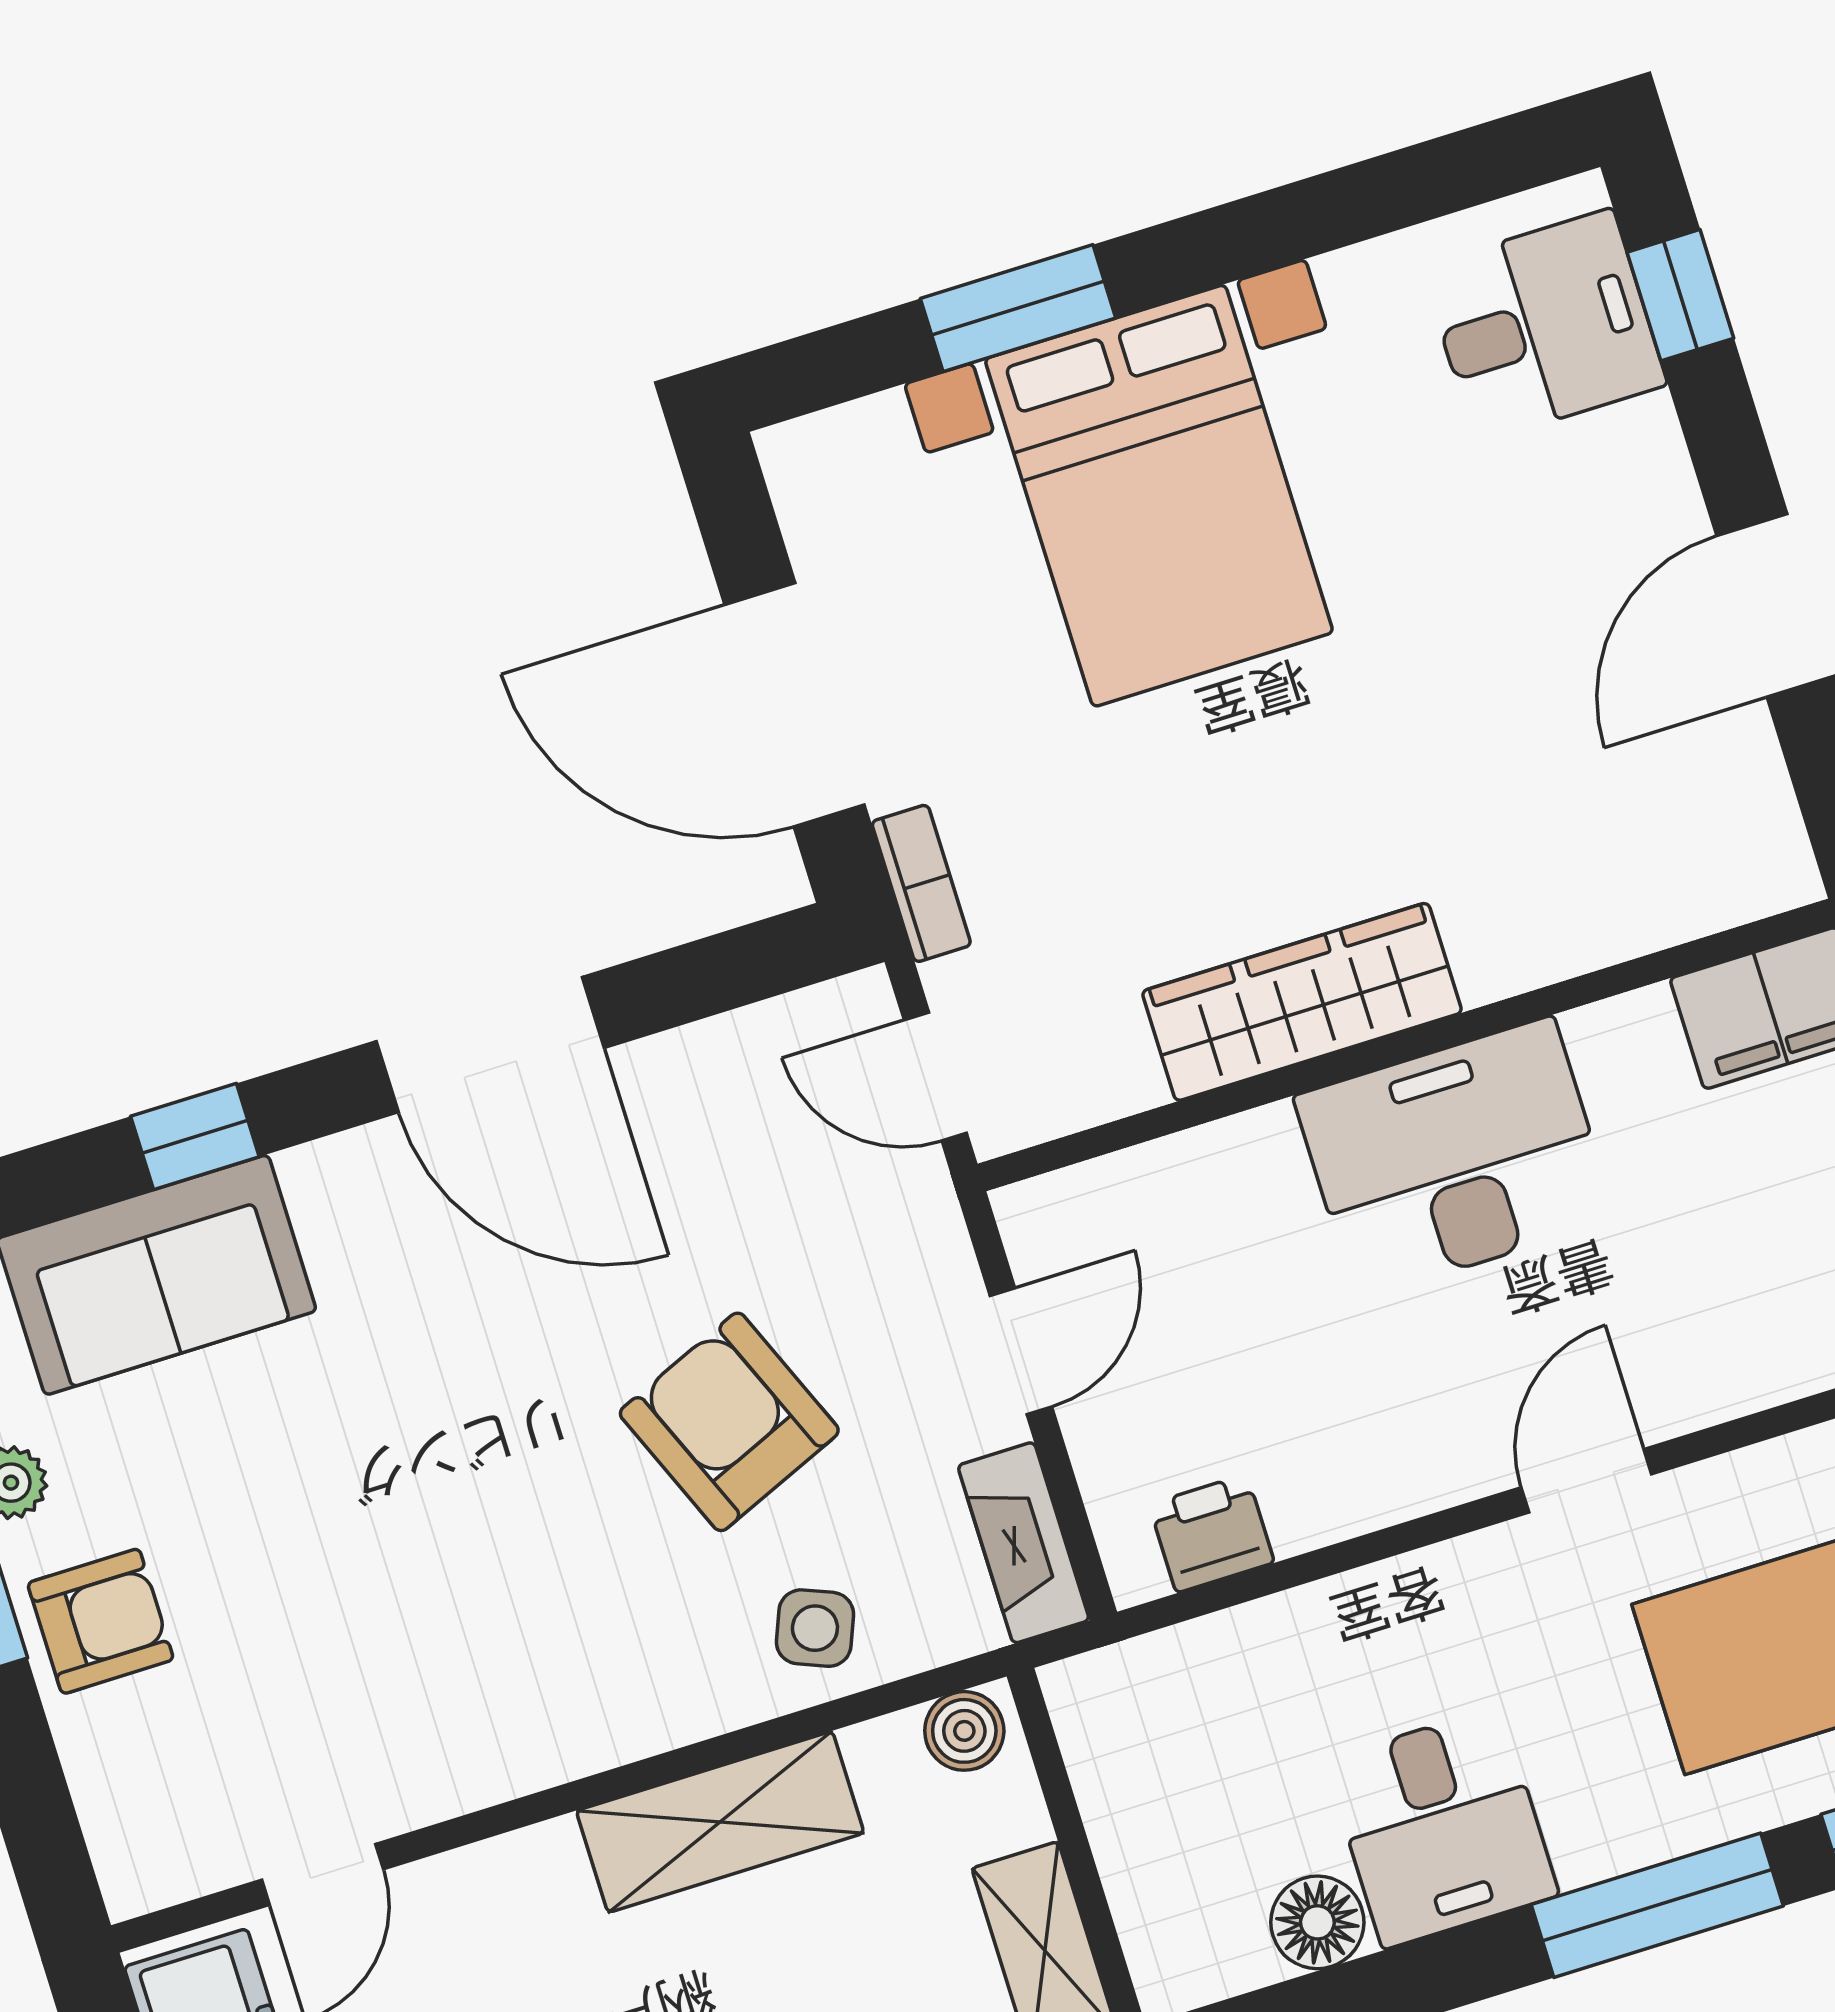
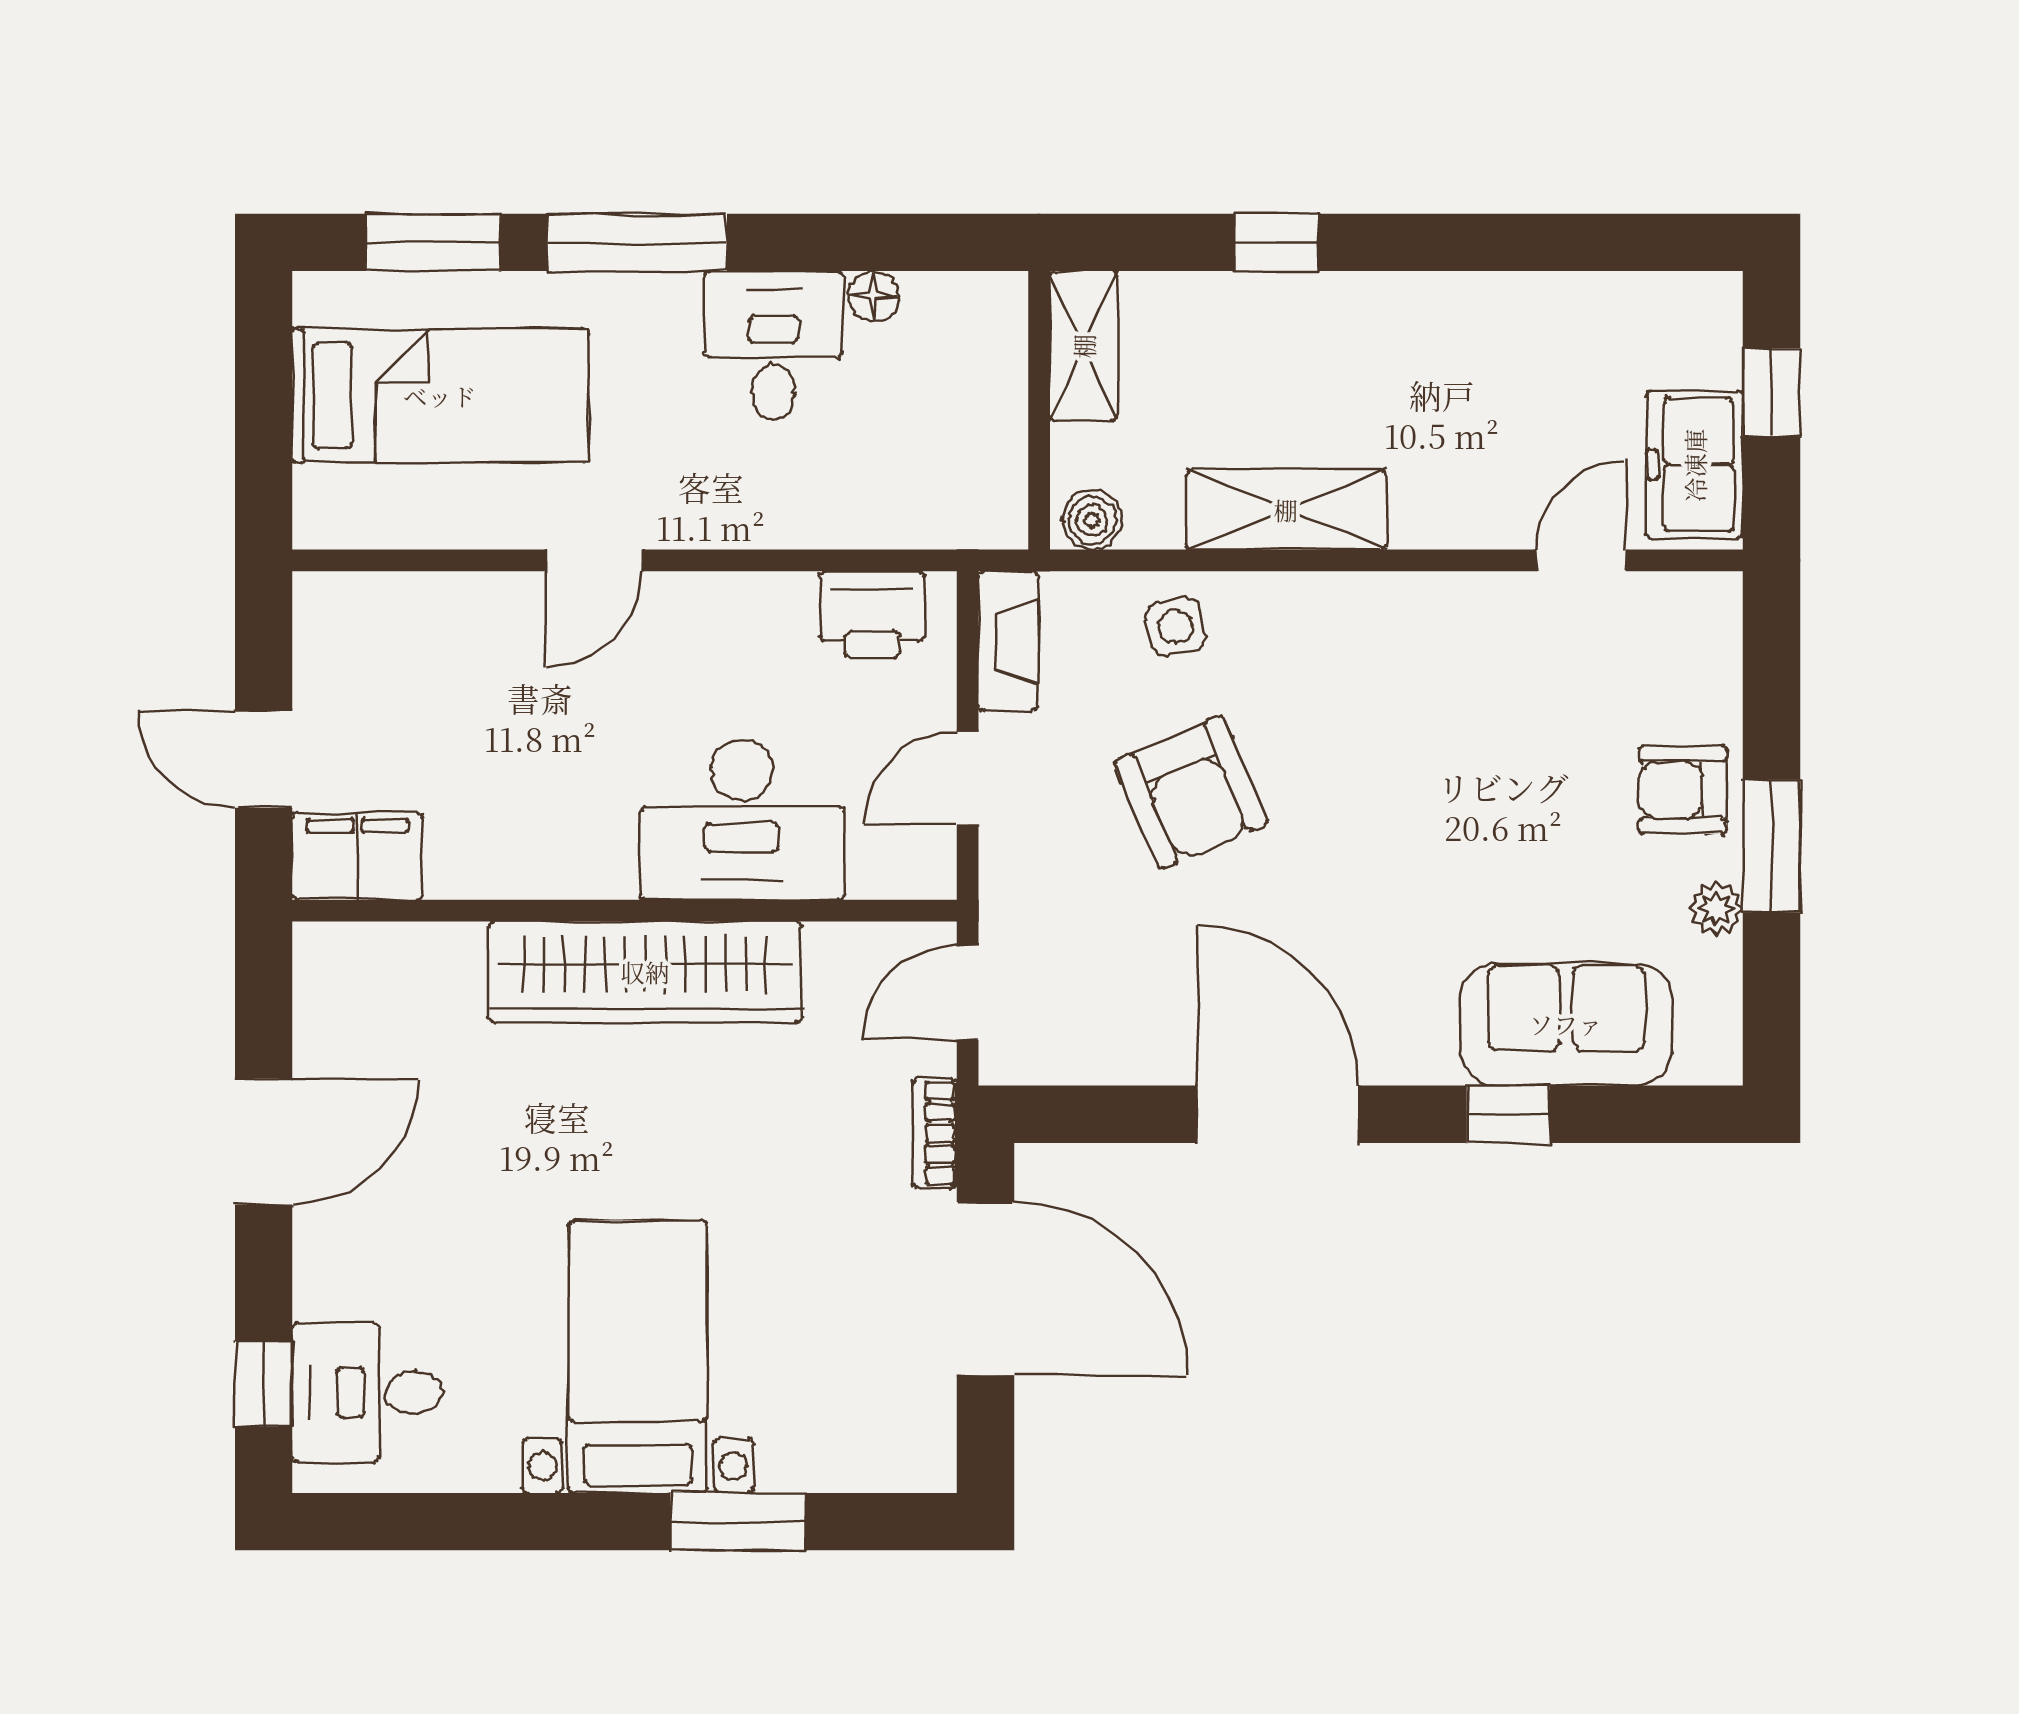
bed with nightstands: (1159, 496) -> (638, 1357), width x0.73
wardrobe: (1302, 1002) -> (645, 972), width x1.40, depth x1.17
door: (935, 1077) -> (968, 993), swing flipped
desk: (1455, 1158) -> (742, 820), moved
printer: (1212, 1533) -> (872, 614), width x1.36, depth x1.24
side table: (815, 1628) -> (1176, 627), turned -33
floor lamp: (1317, 1922) -> (874, 296), width x0.73, depth x0.73

